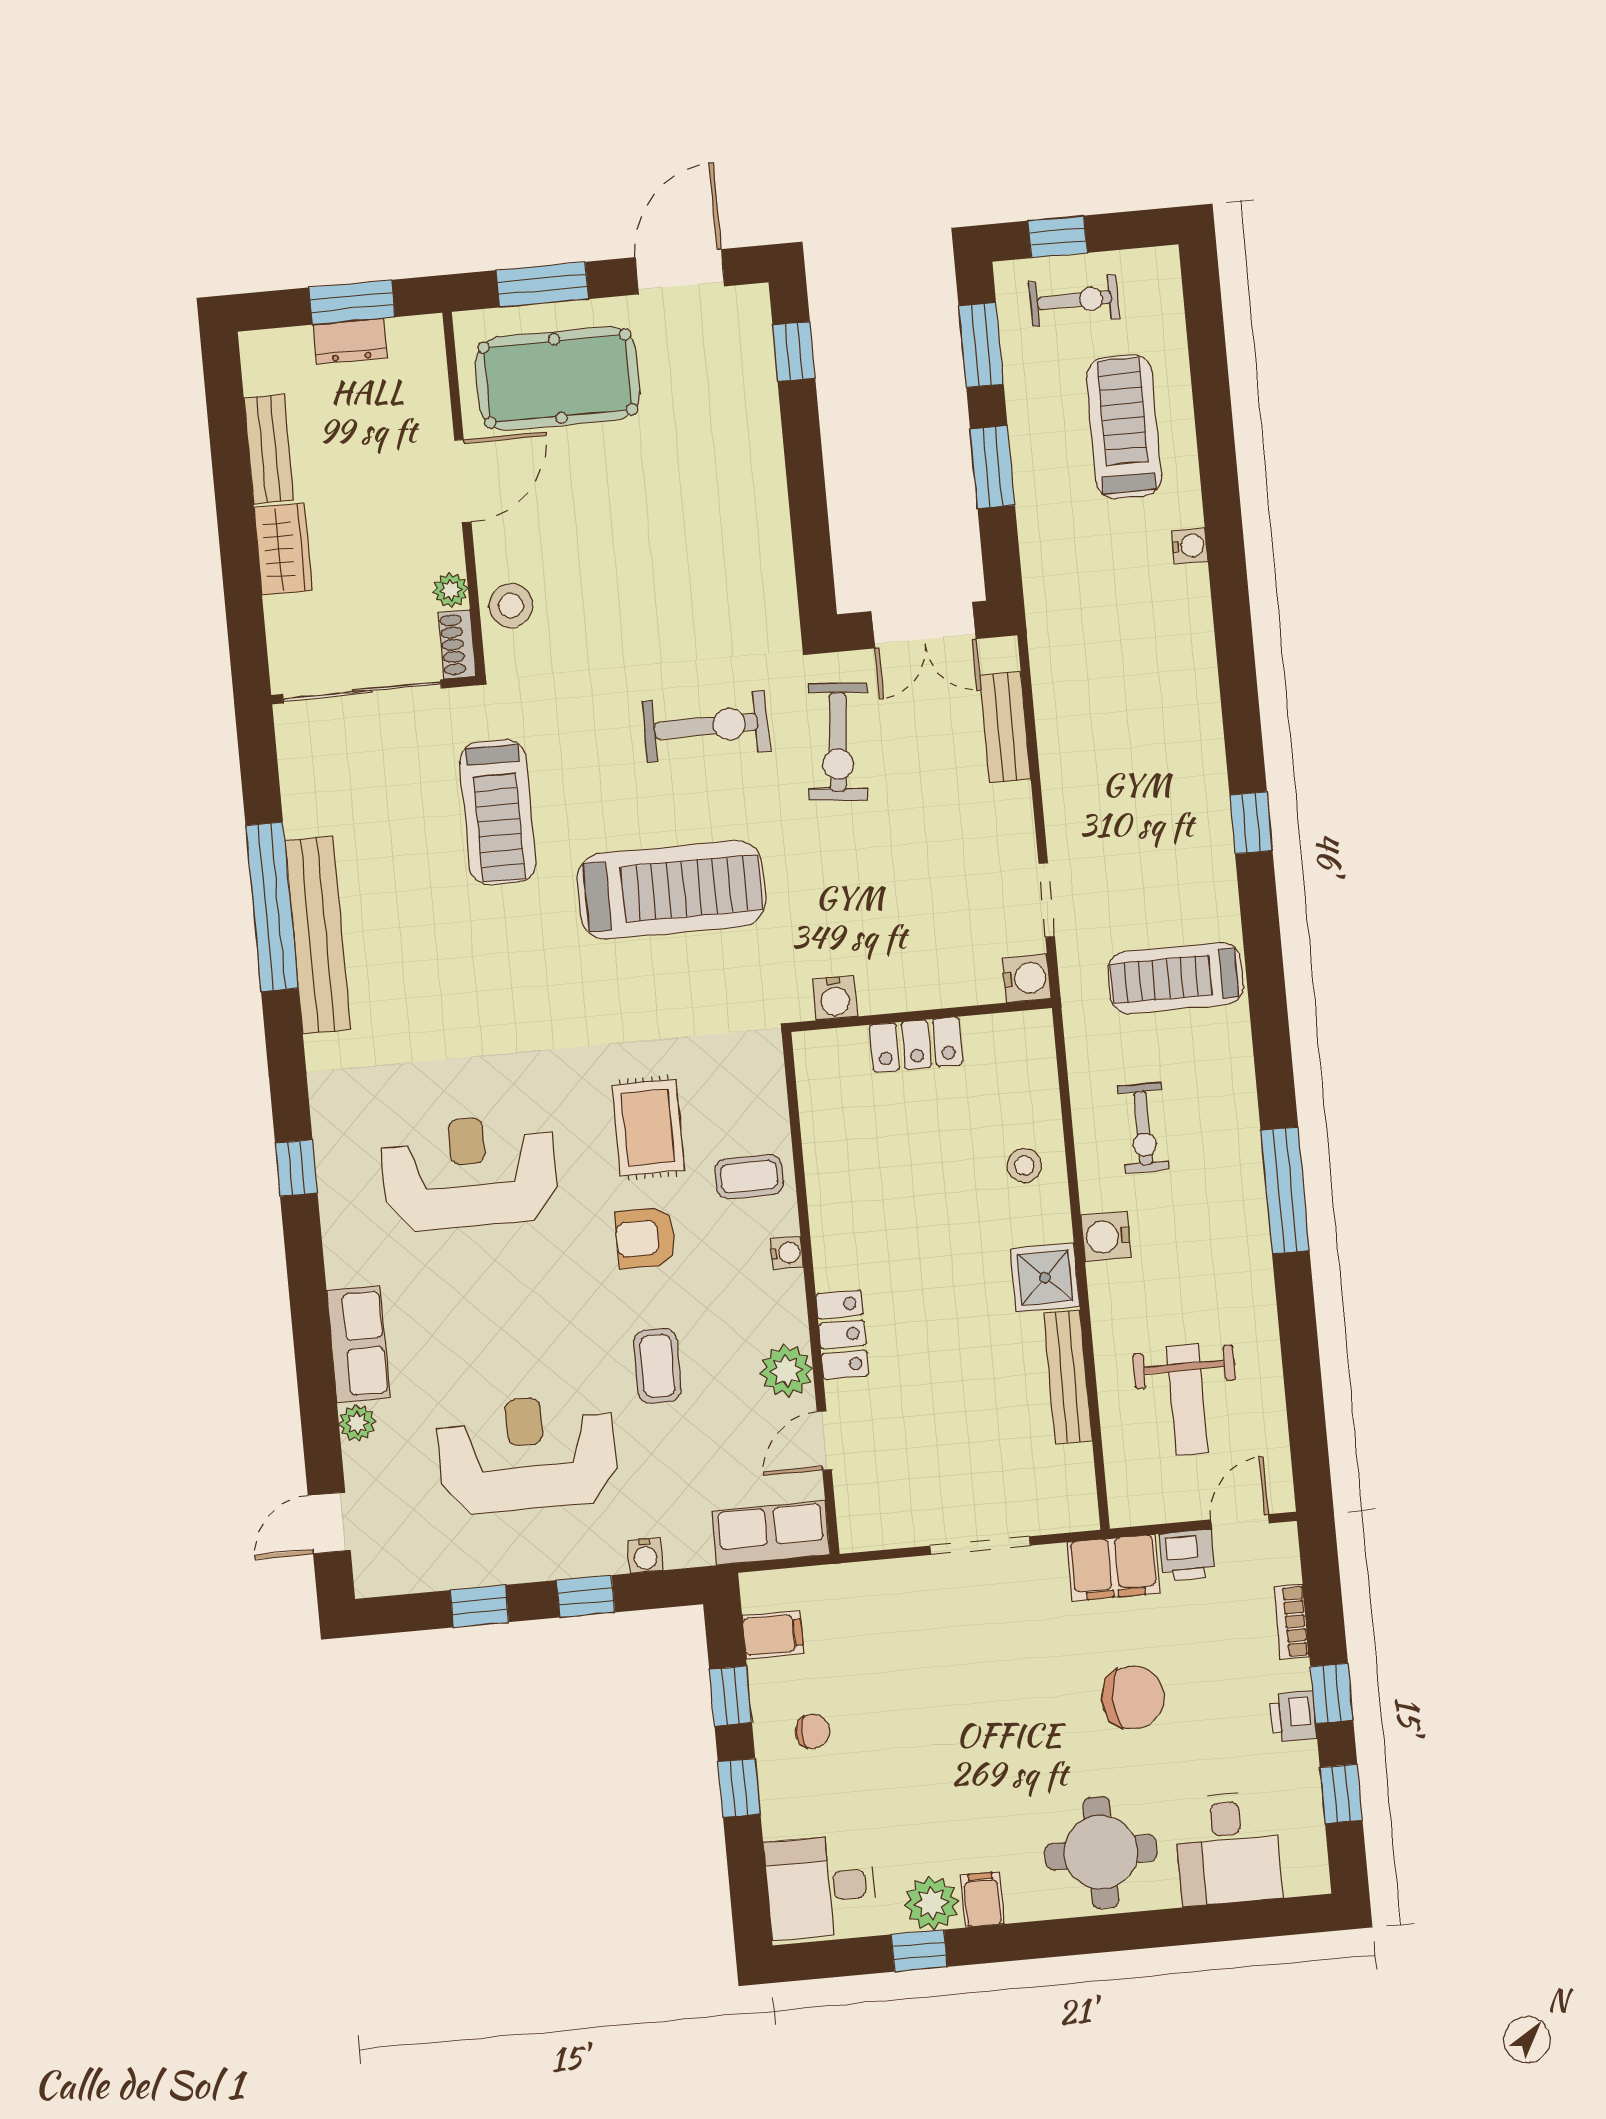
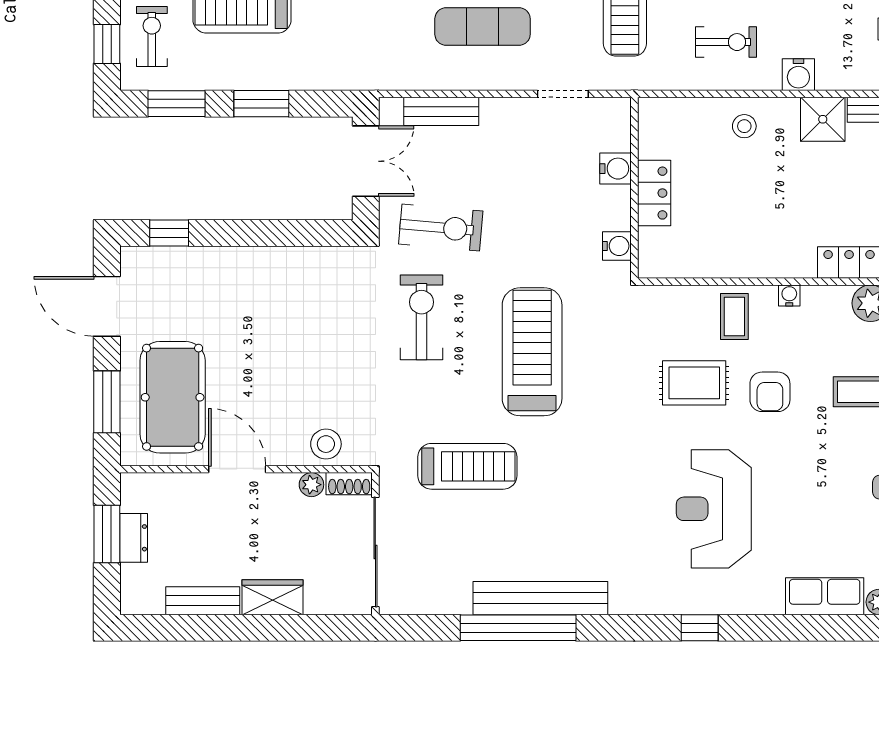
exercise mat: (1133, 775) -> (483, 27), added
water cooler: (1027, 978) -> (615, 169), moved, turned 90

